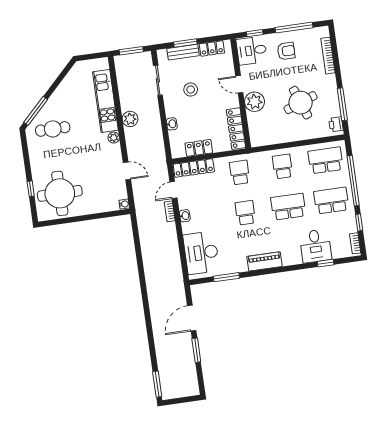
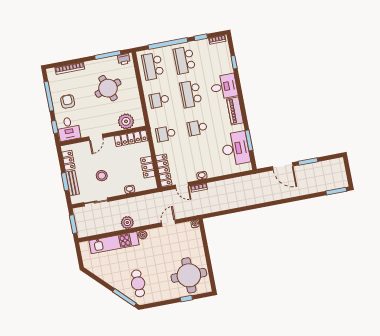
plant: (255, 102) -> (126, 121), moved
desk: (315, 246) -> (224, 87), moved
desk: (201, 253) -> (235, 148), moved, turned -90

